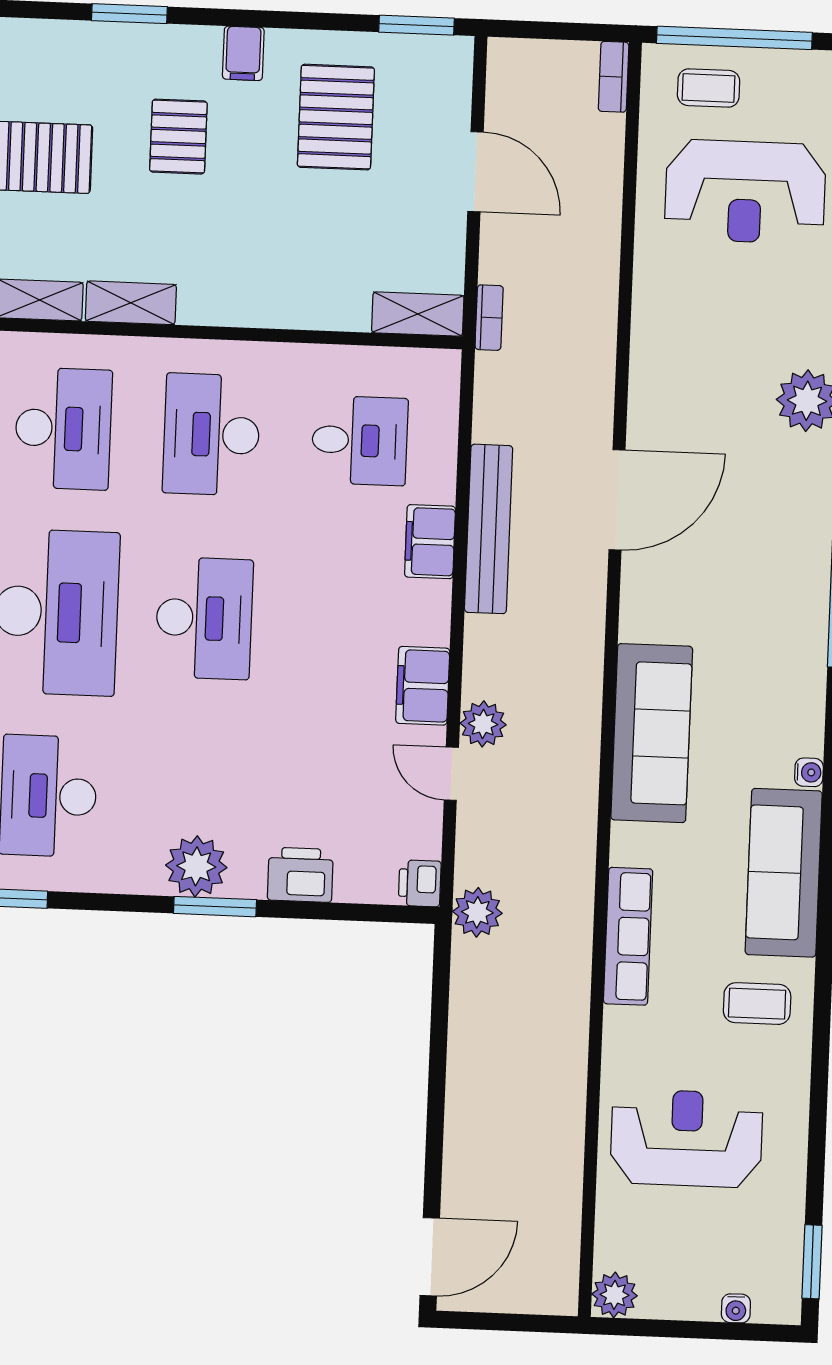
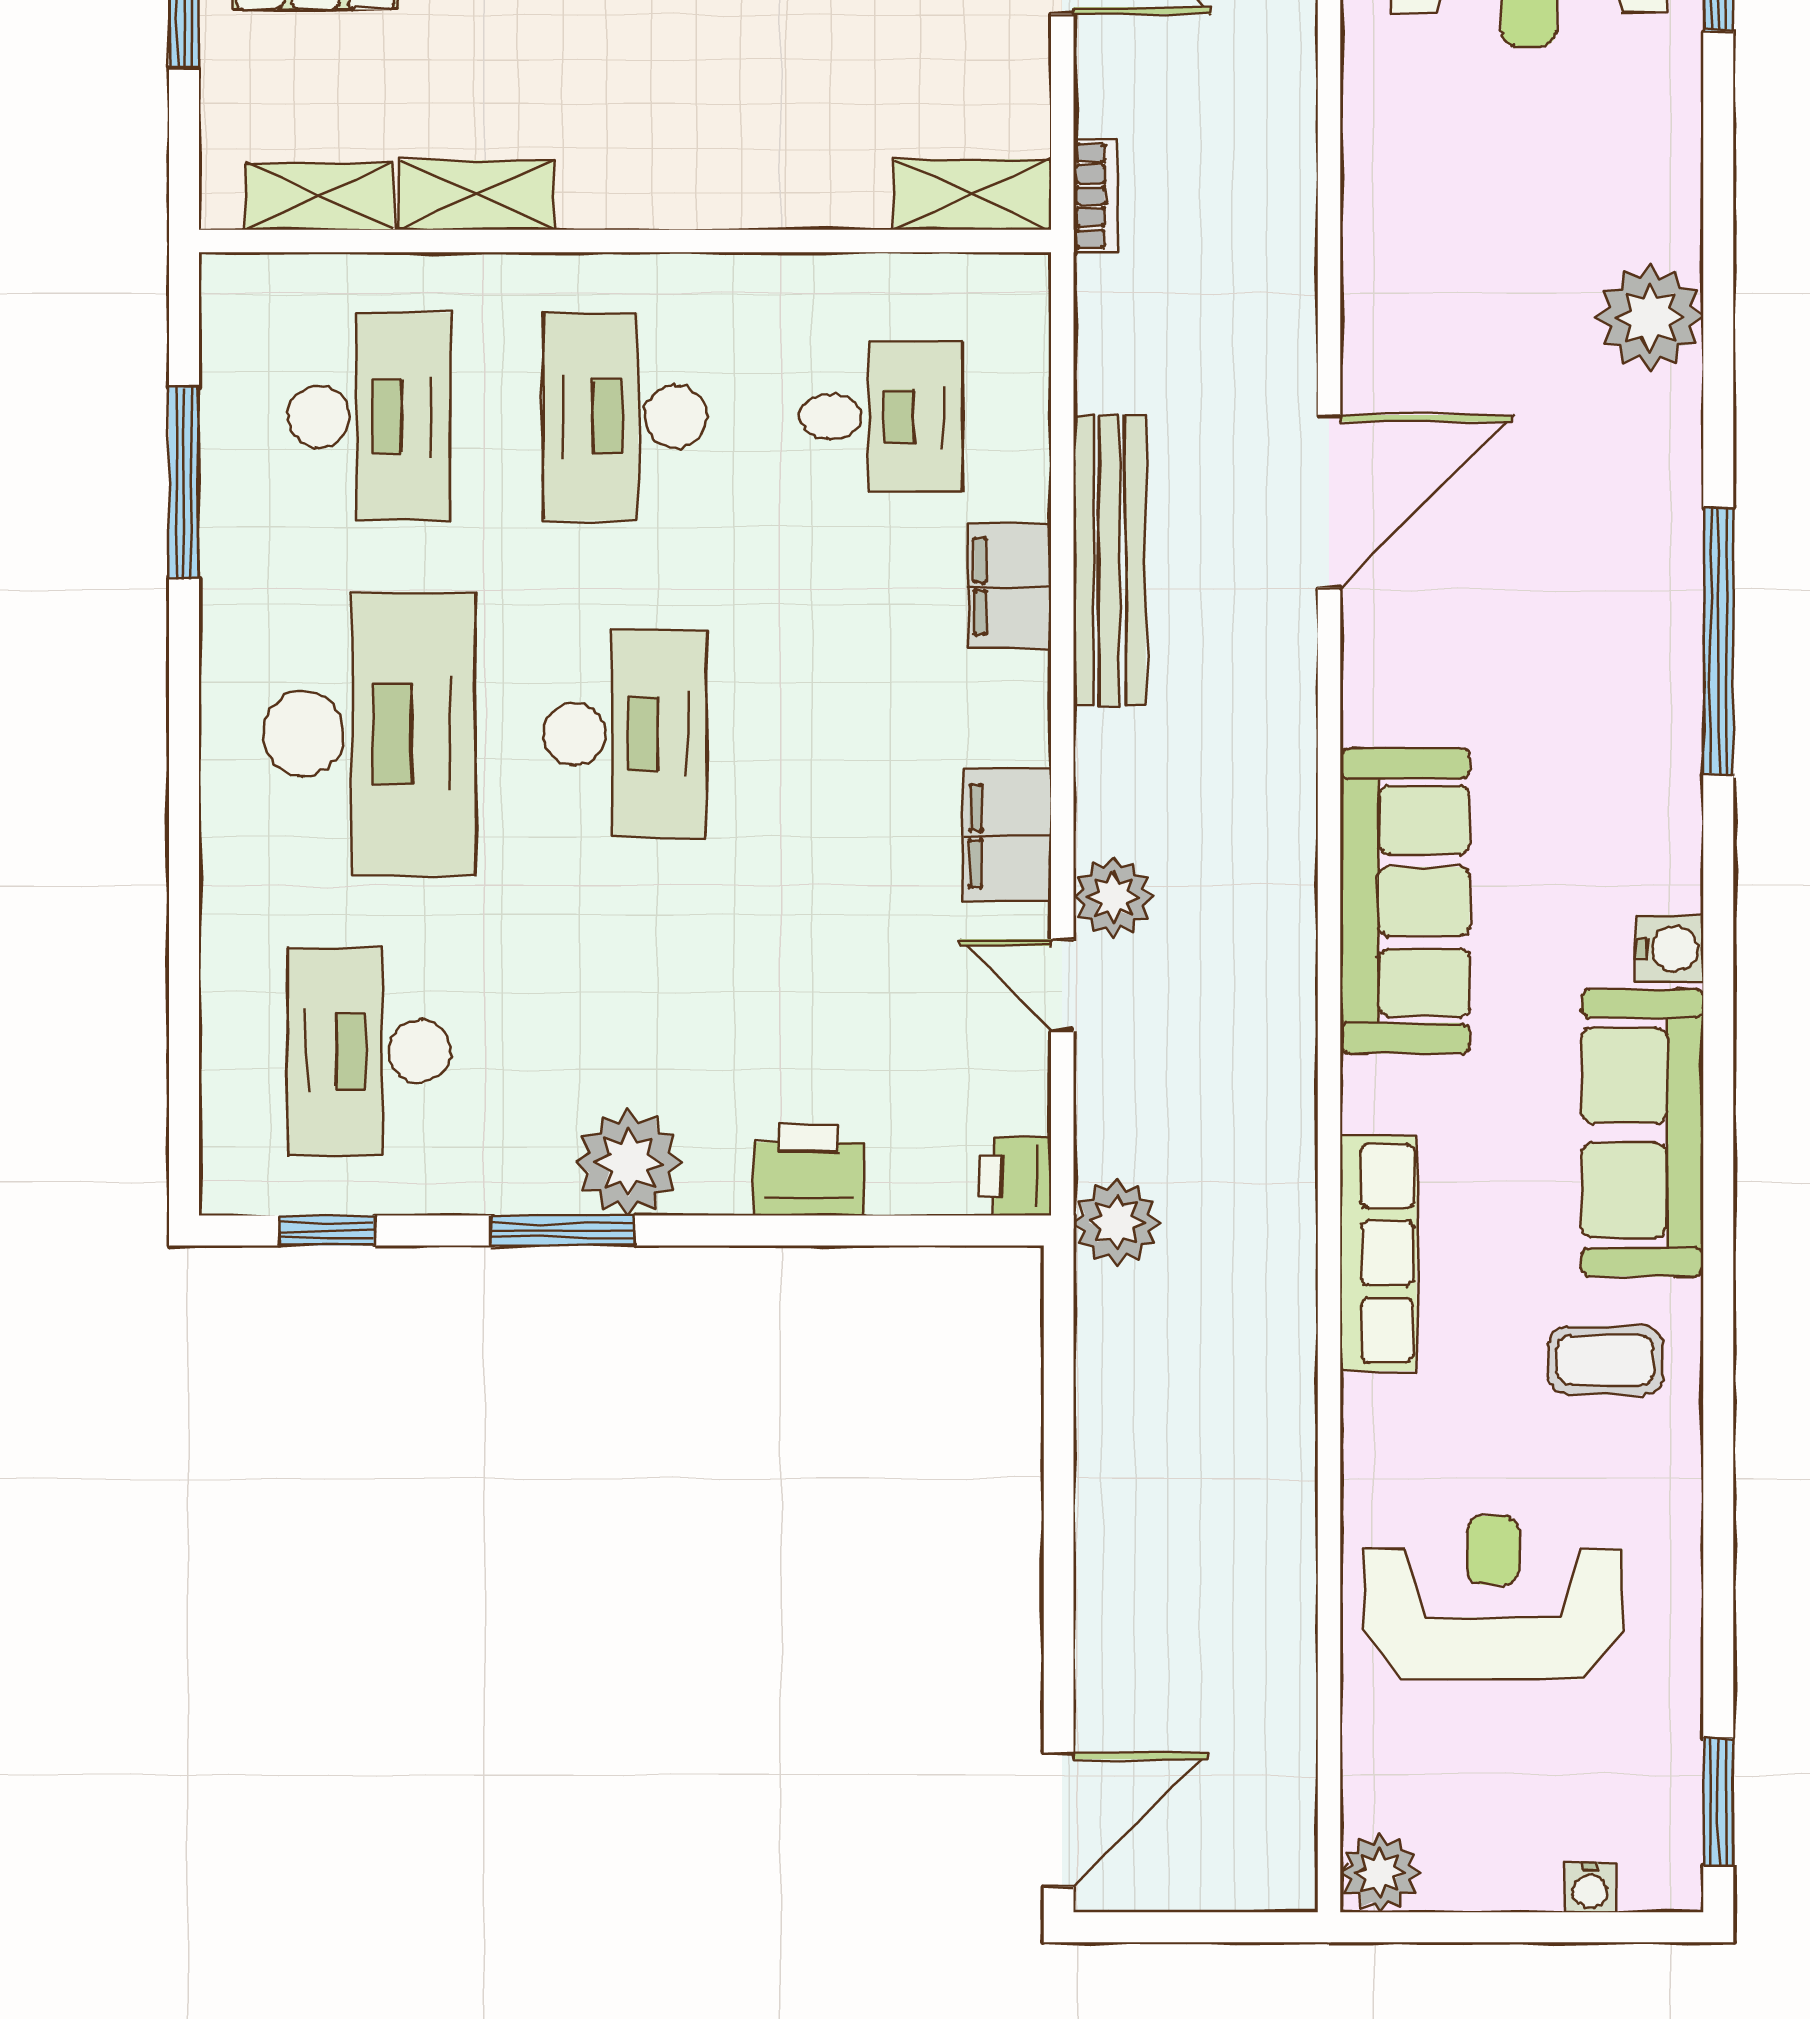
water cooler: (809, 772) -> (1670, 949), width x1.38, depth x1.38
window: (215, 907) -> (563, 1231), moved

